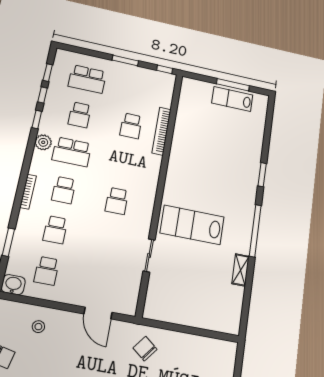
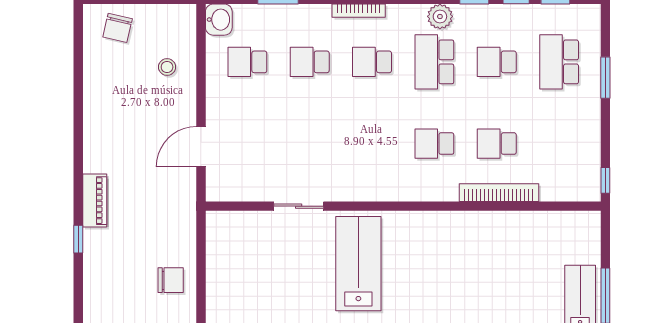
window: (125, 61) -> (605, 78), moved
school desk: (117, 201) -> (434, 144), moved
chair: (145, 349) -> (171, 280), moved, turned 52

